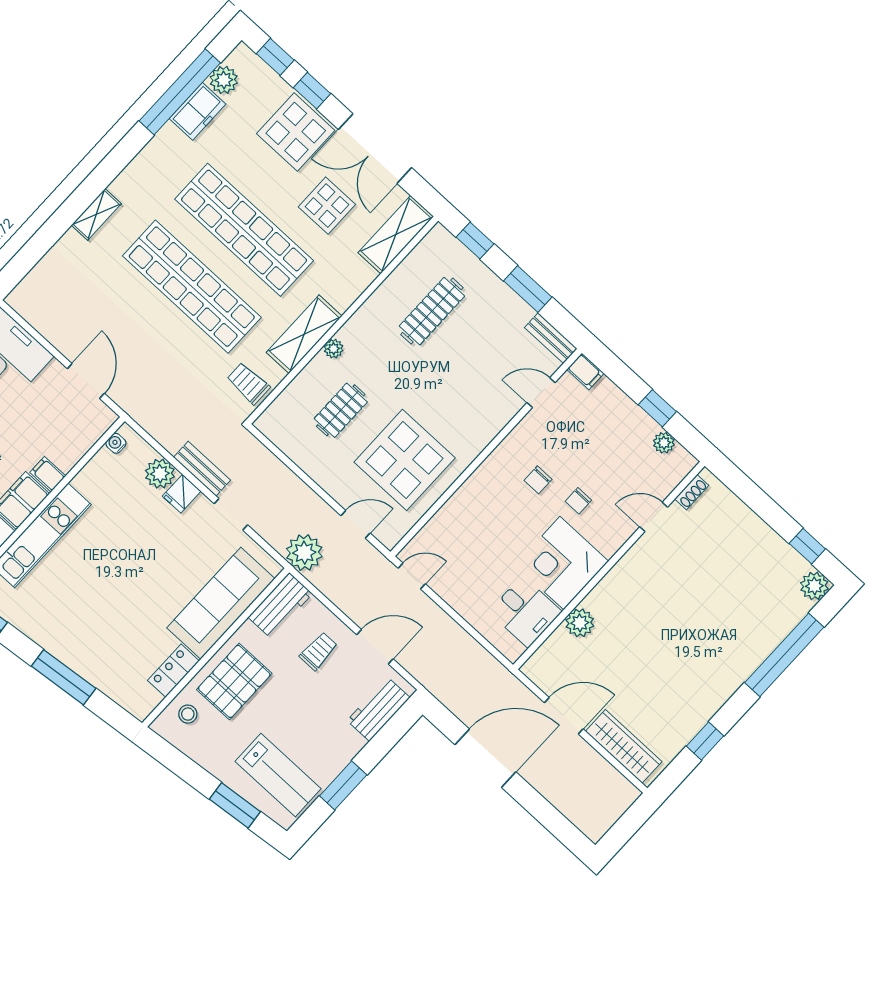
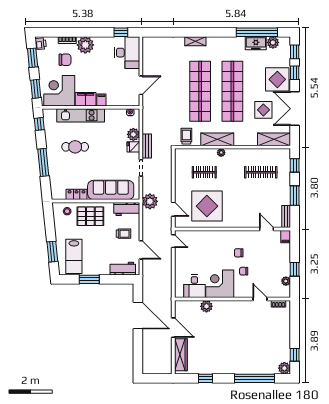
cafe table: (88, 596) -> (75, 147), added

